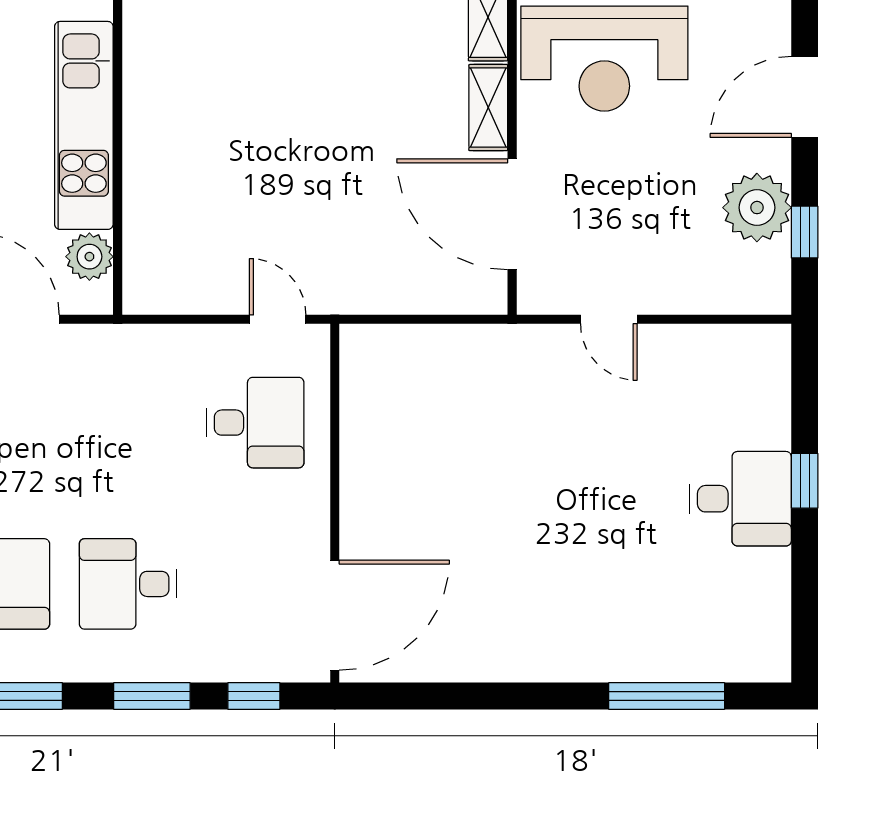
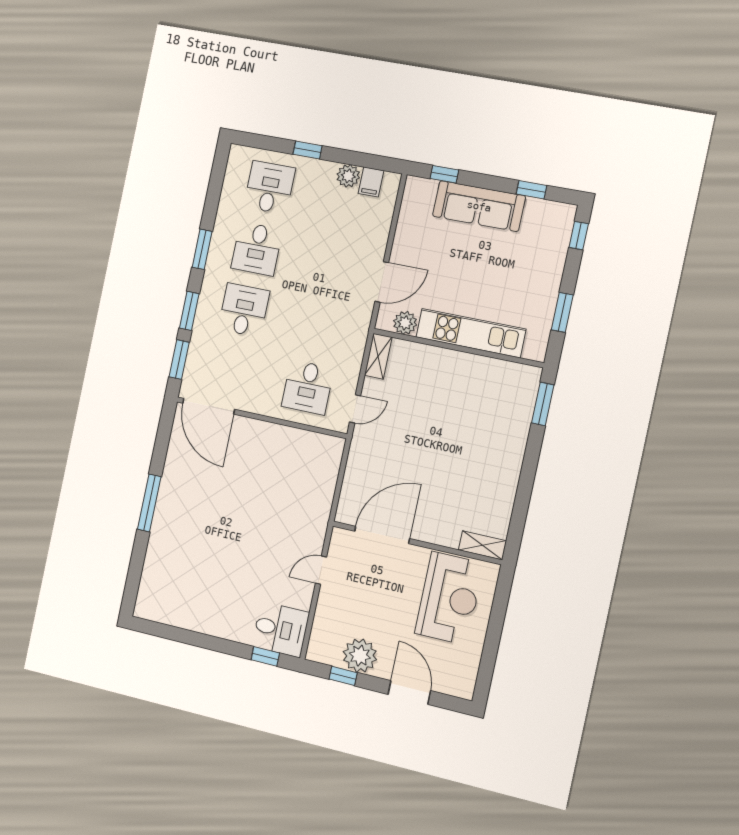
reception desk: (604, 59) -> (449, 598), turned 180
shelving: (488, 108) -> (378, 356), moved, turned 90
window: (805, 481) -> (265, 656), moved
desk: (740, 499) -> (281, 629), moved, turned -90
window: (254, 696) -> (179, 360), width x1.50
window: (667, 696) -> (149, 503), moved

